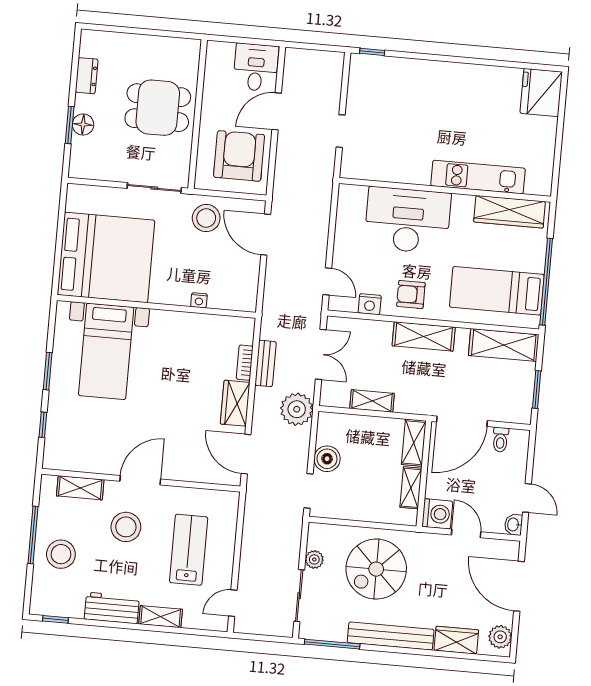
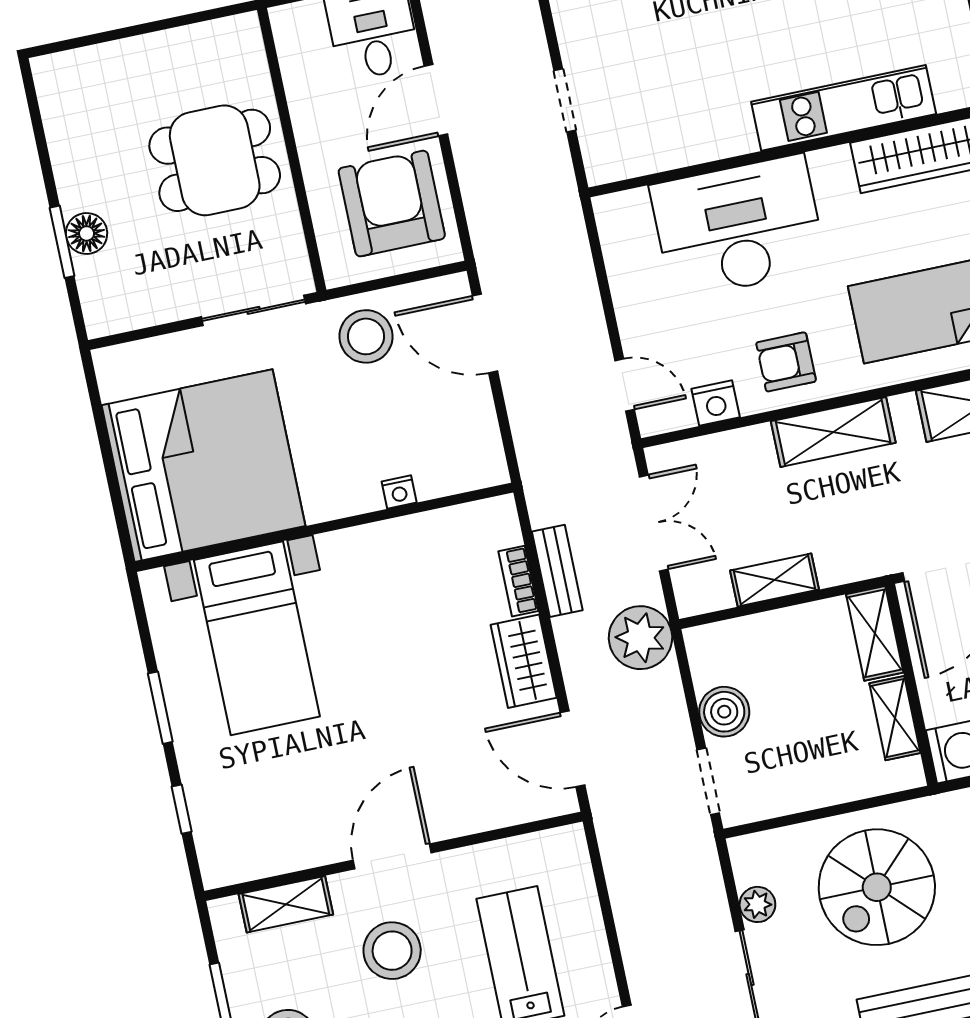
dresser: (87, 76) -> (66, 142), removed

